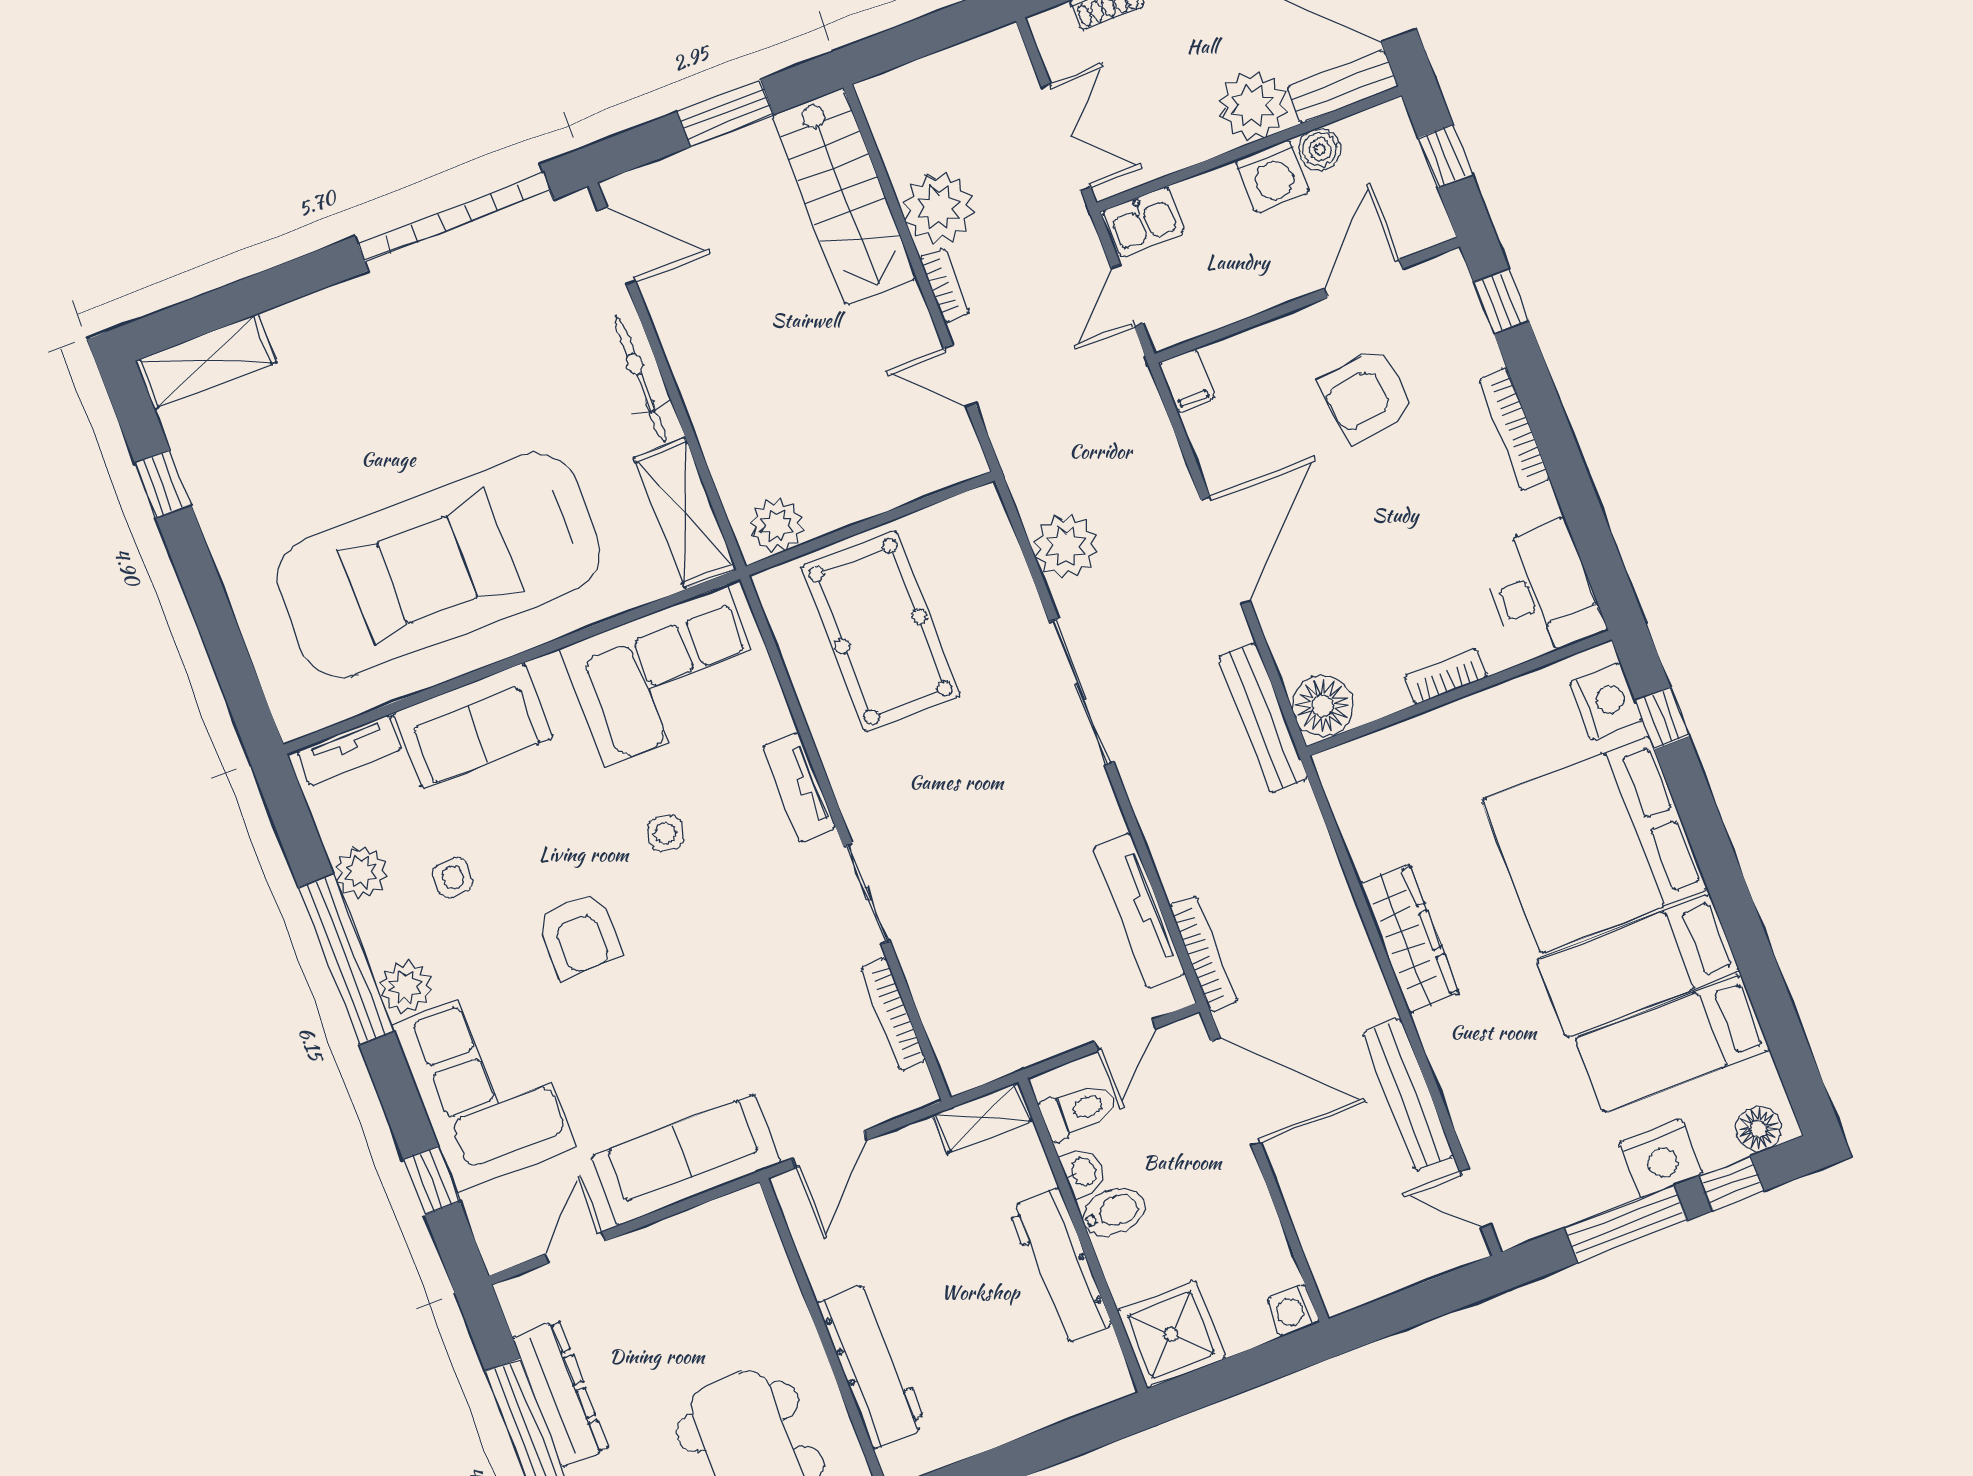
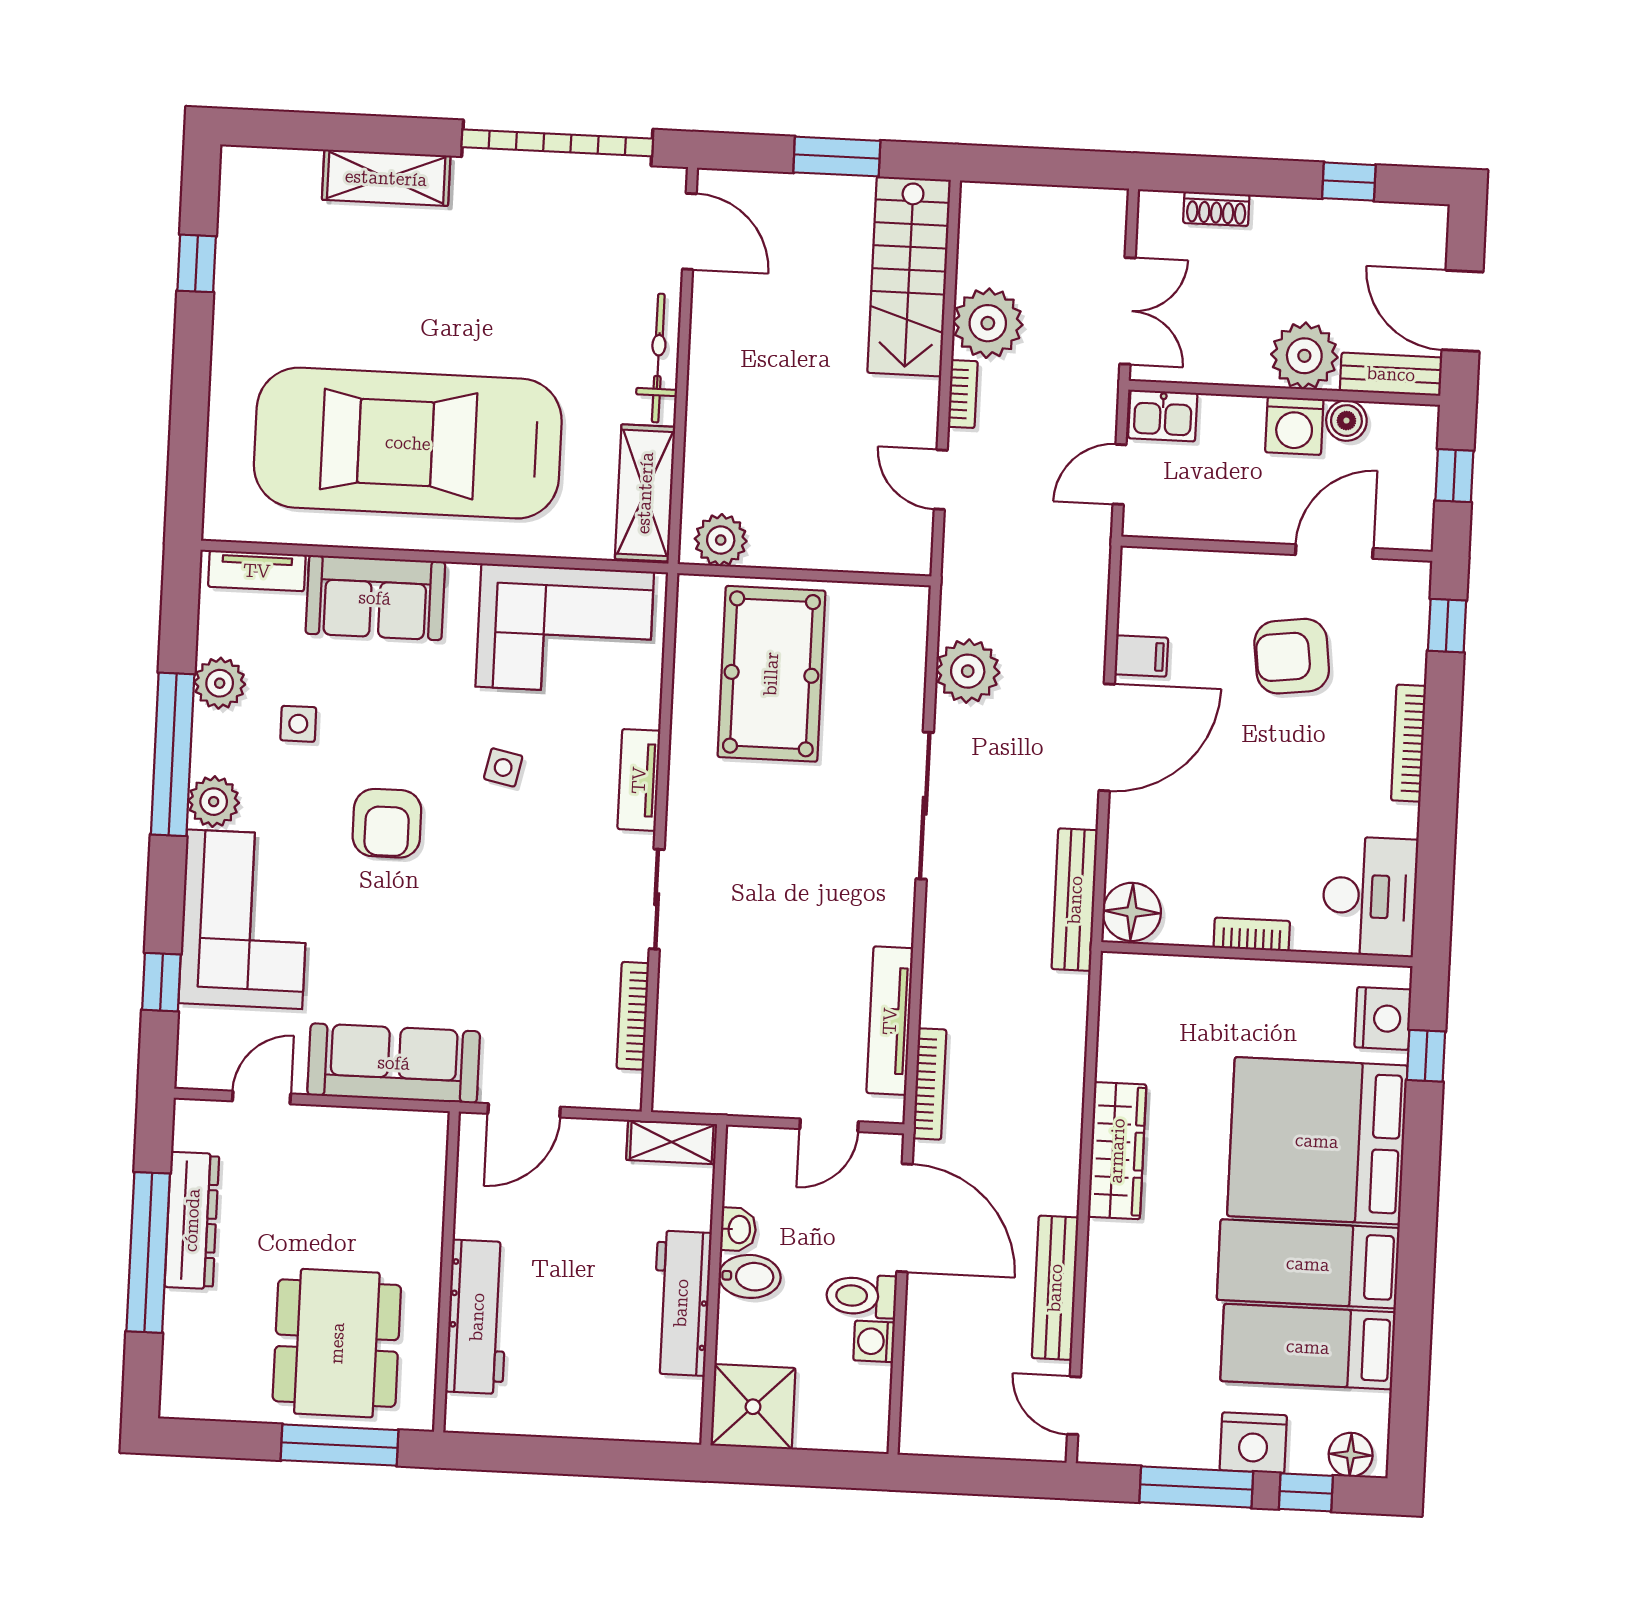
shelving: (206, 361) -> (386, 178), moved
filing cabinet: (1187, 381) -> (1141, 656), moved, turned -90
toilet: (1078, 1111) -> (861, 1296), moved, turned 180
washing machine: (1293, 1310) -> (874, 1341), moved

